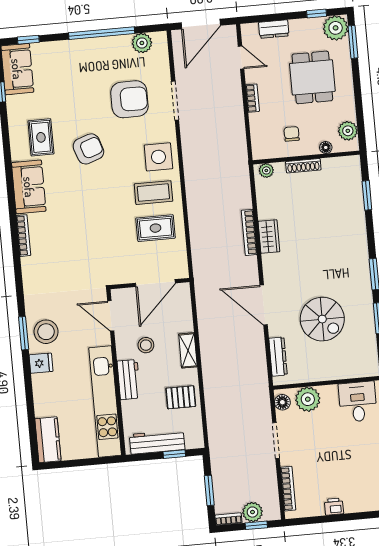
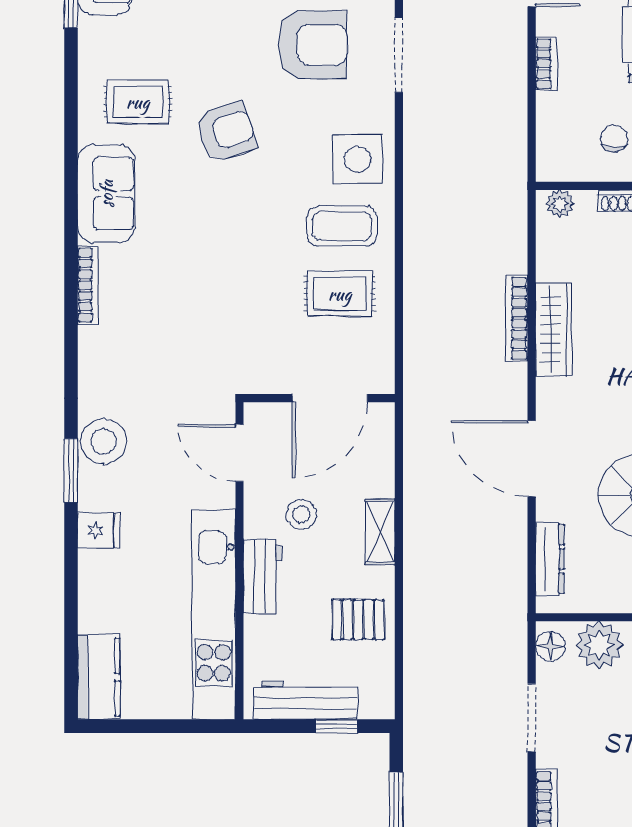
rug: (41, 137) -> (138, 102), turned 90
wardrobe: (269, 237) -> (553, 329), width x1.50
stool: (46, 332) -> (104, 441), moved

